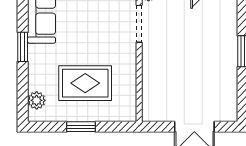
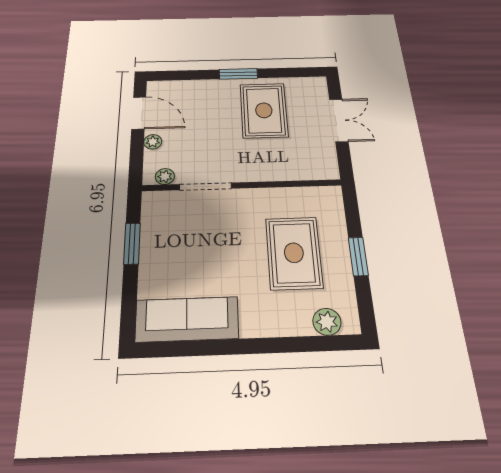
window: (23, 47) -> (244, 346), removed
rug: (206, 70) -> (264, 110), added

